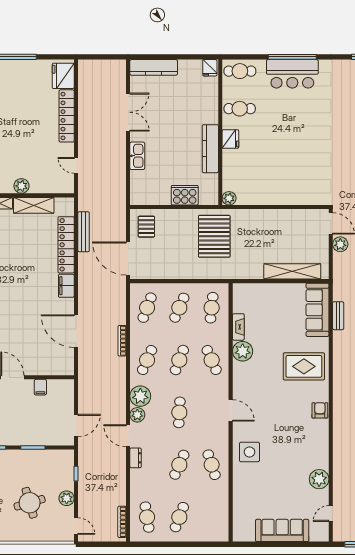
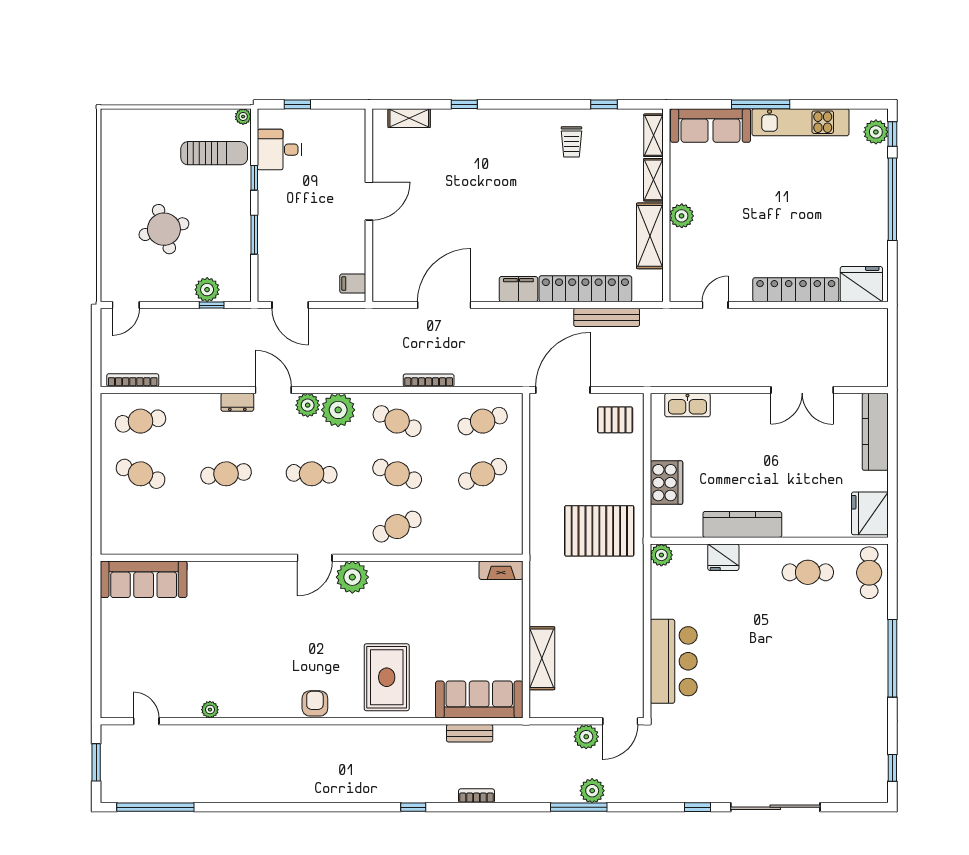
fridge: (210, 68) -> (870, 513), width x1.88, depth x1.34
bar counter: (292, 74) -> (674, 661), moved, turned 180
cafe table: (240, 109) -> (808, 572), turned 90
fridge: (230, 139) -> (723, 557), moved
kitchen sink: (137, 156) -> (687, 405), moved
shelving: (292, 271) -> (542, 658), width x0.68
cafe table: (147, 308) -> (483, 421), turned -39
cafe table: (179, 308) -> (483, 474), turned -48
cafe table: (212, 308) -> (483, 527), removed
fireplace: (238, 327) -> (501, 570), moved
plant: (243, 351) -> (352, 577), moved
filing cabinet: (40, 387) -> (353, 284), moved
armchair: (320, 410) -> (315, 703), turned -90
door: (128, 436) -> (273, 390), hinge flipped
side table: (249, 452) -> (247, 588), removed
cafe table: (179, 465) -> (226, 474), turned -30
cafe table: (212, 465) -> (226, 527), removed
plant: (319, 479) -> (210, 710), width x0.53, depth x0.53
plant: (67, 498) -> (207, 290), moved
sofa: (282, 530) -> (144, 579), moved, turned 90

